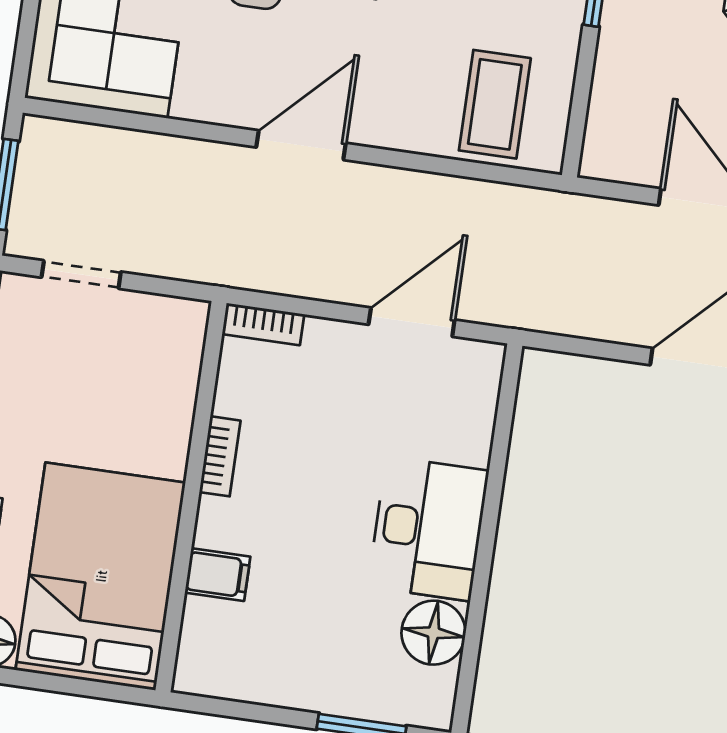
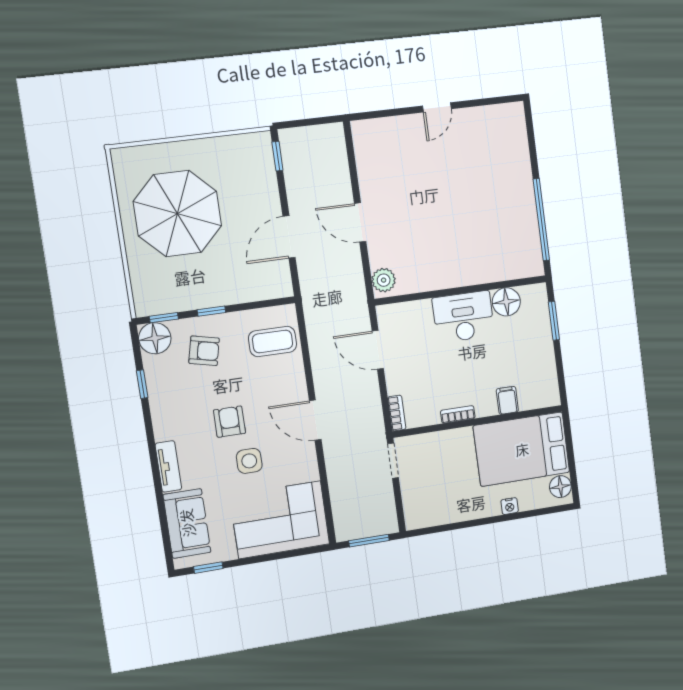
doorway: (81, 275) -> (393, 461), moved
plant: (557, 378) -> (384, 280), added

